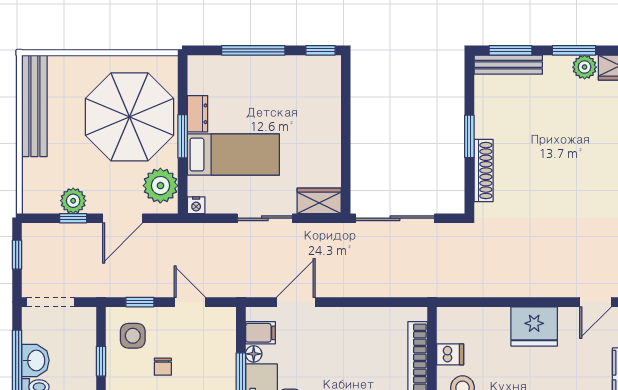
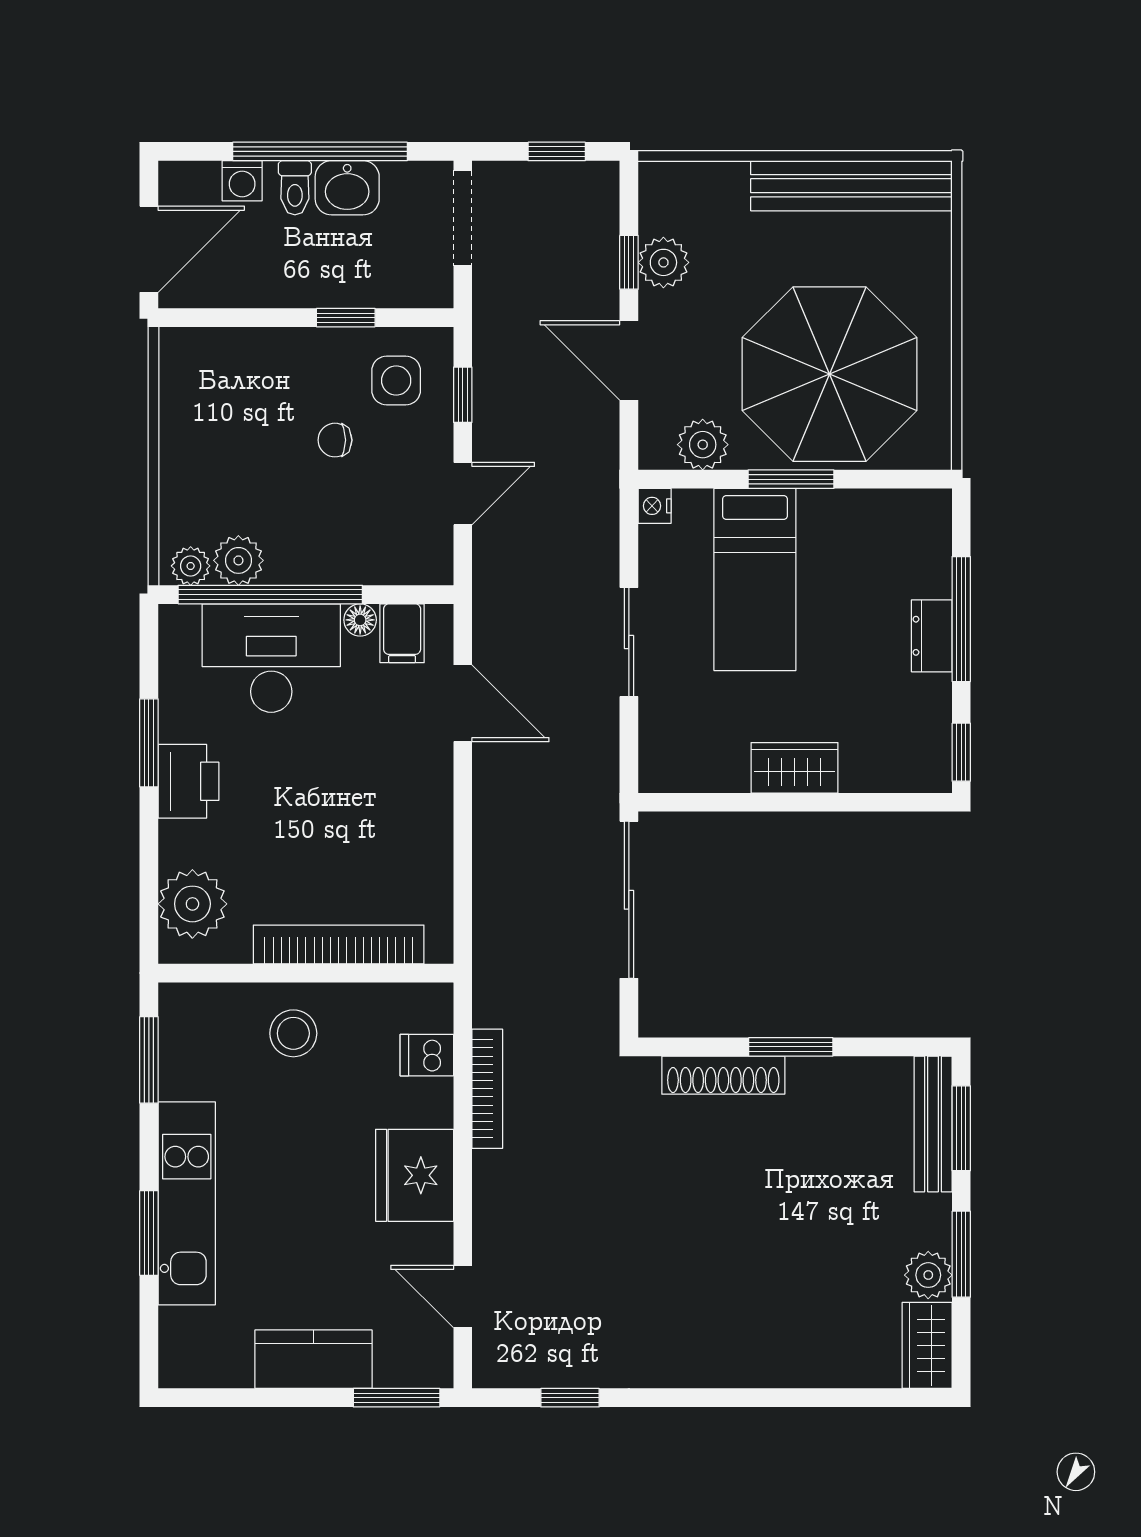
dresser: (197, 114) -> (932, 636), moved, turned 90
plant: (160, 186) -> (703, 445), width x0.73, depth x0.73
wardrobe: (319, 201) -> (795, 768), moved, turned -90
bookcase: (490, 290) -> (487, 1089), added
dishwasher: (450, 354) -> (427, 1055), moved, turned 90

